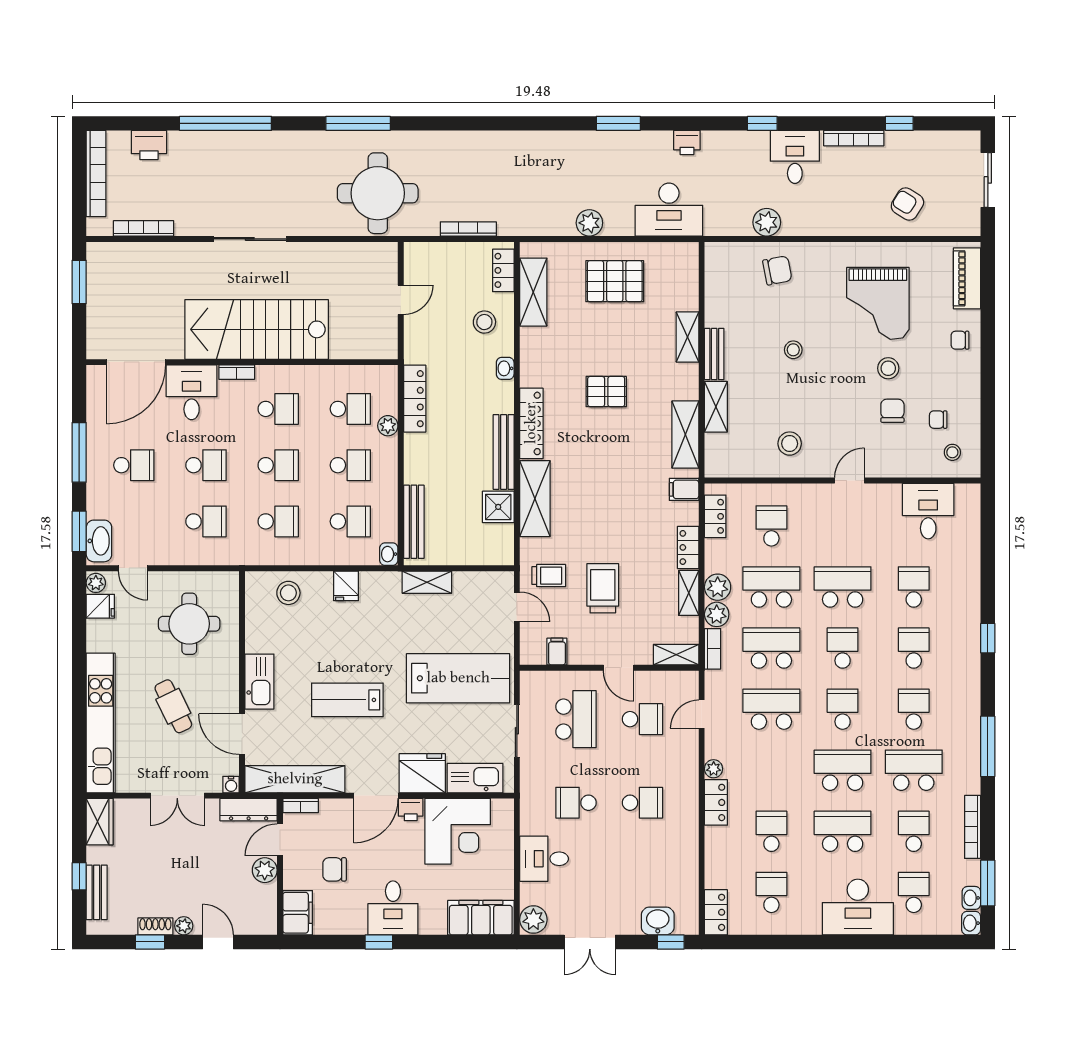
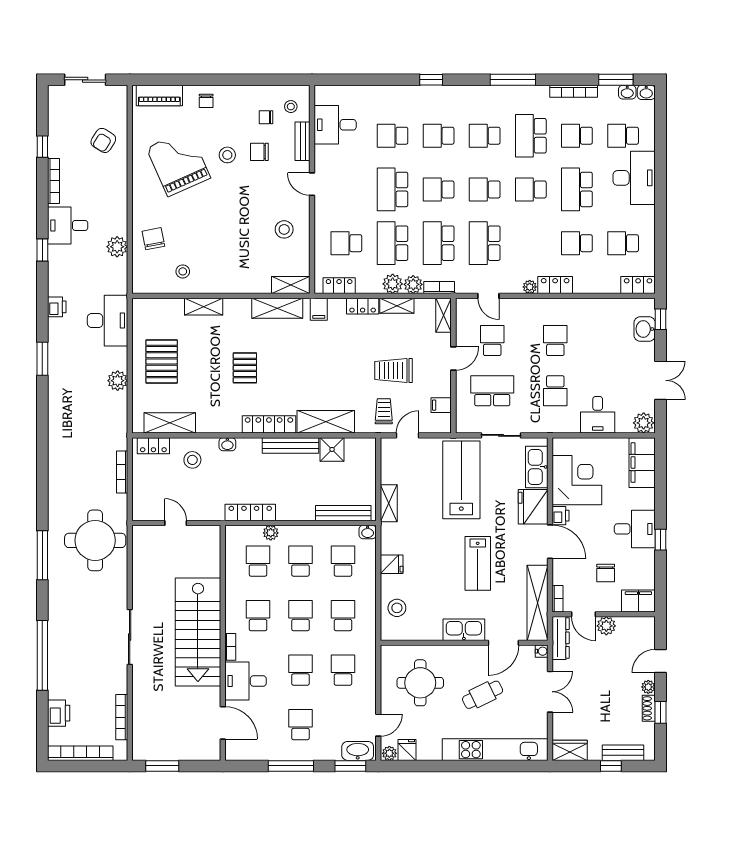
grand piano: (878, 303) -> (178, 163), turned -114
stool: (793, 350) -> (183, 271), moved
bench: (714, 354) -> (303, 141), moved, turned 90
door: (136, 362) -> (223, 723), width x0.73
shelving: (716, 407) -> (291, 285), moved
chair: (938, 420) -> (266, 117), turned 90
school desk: (843, 770) -> (531, 189), width x0.54

